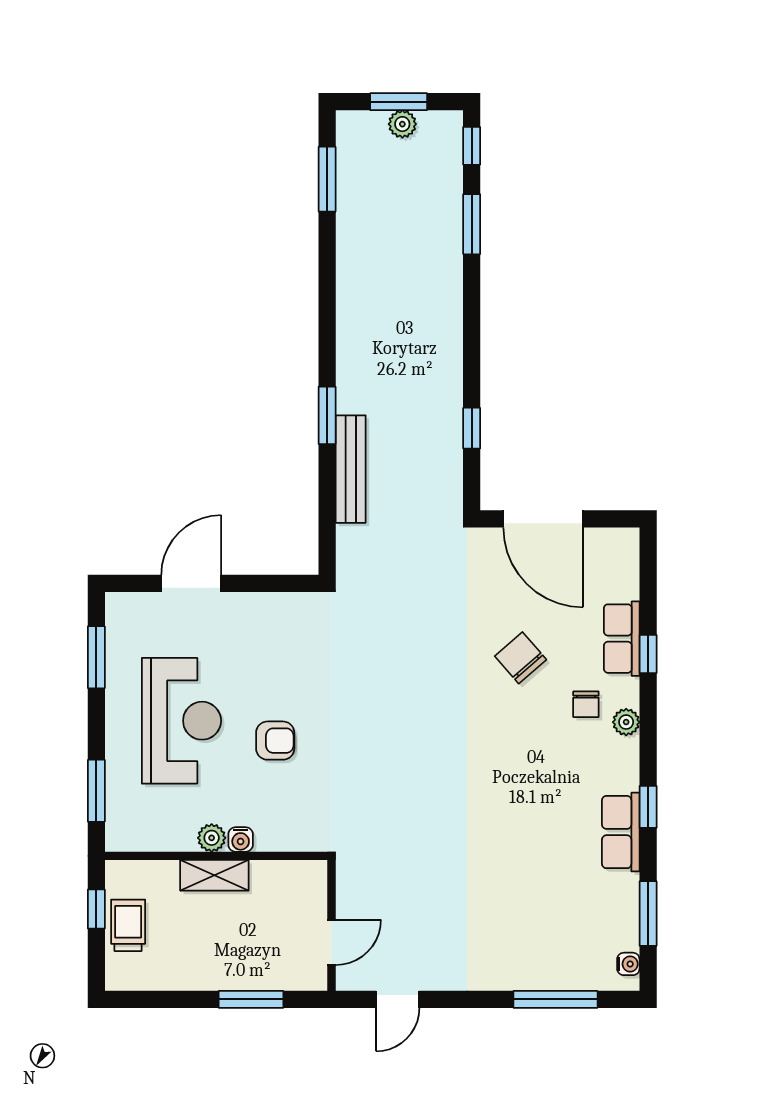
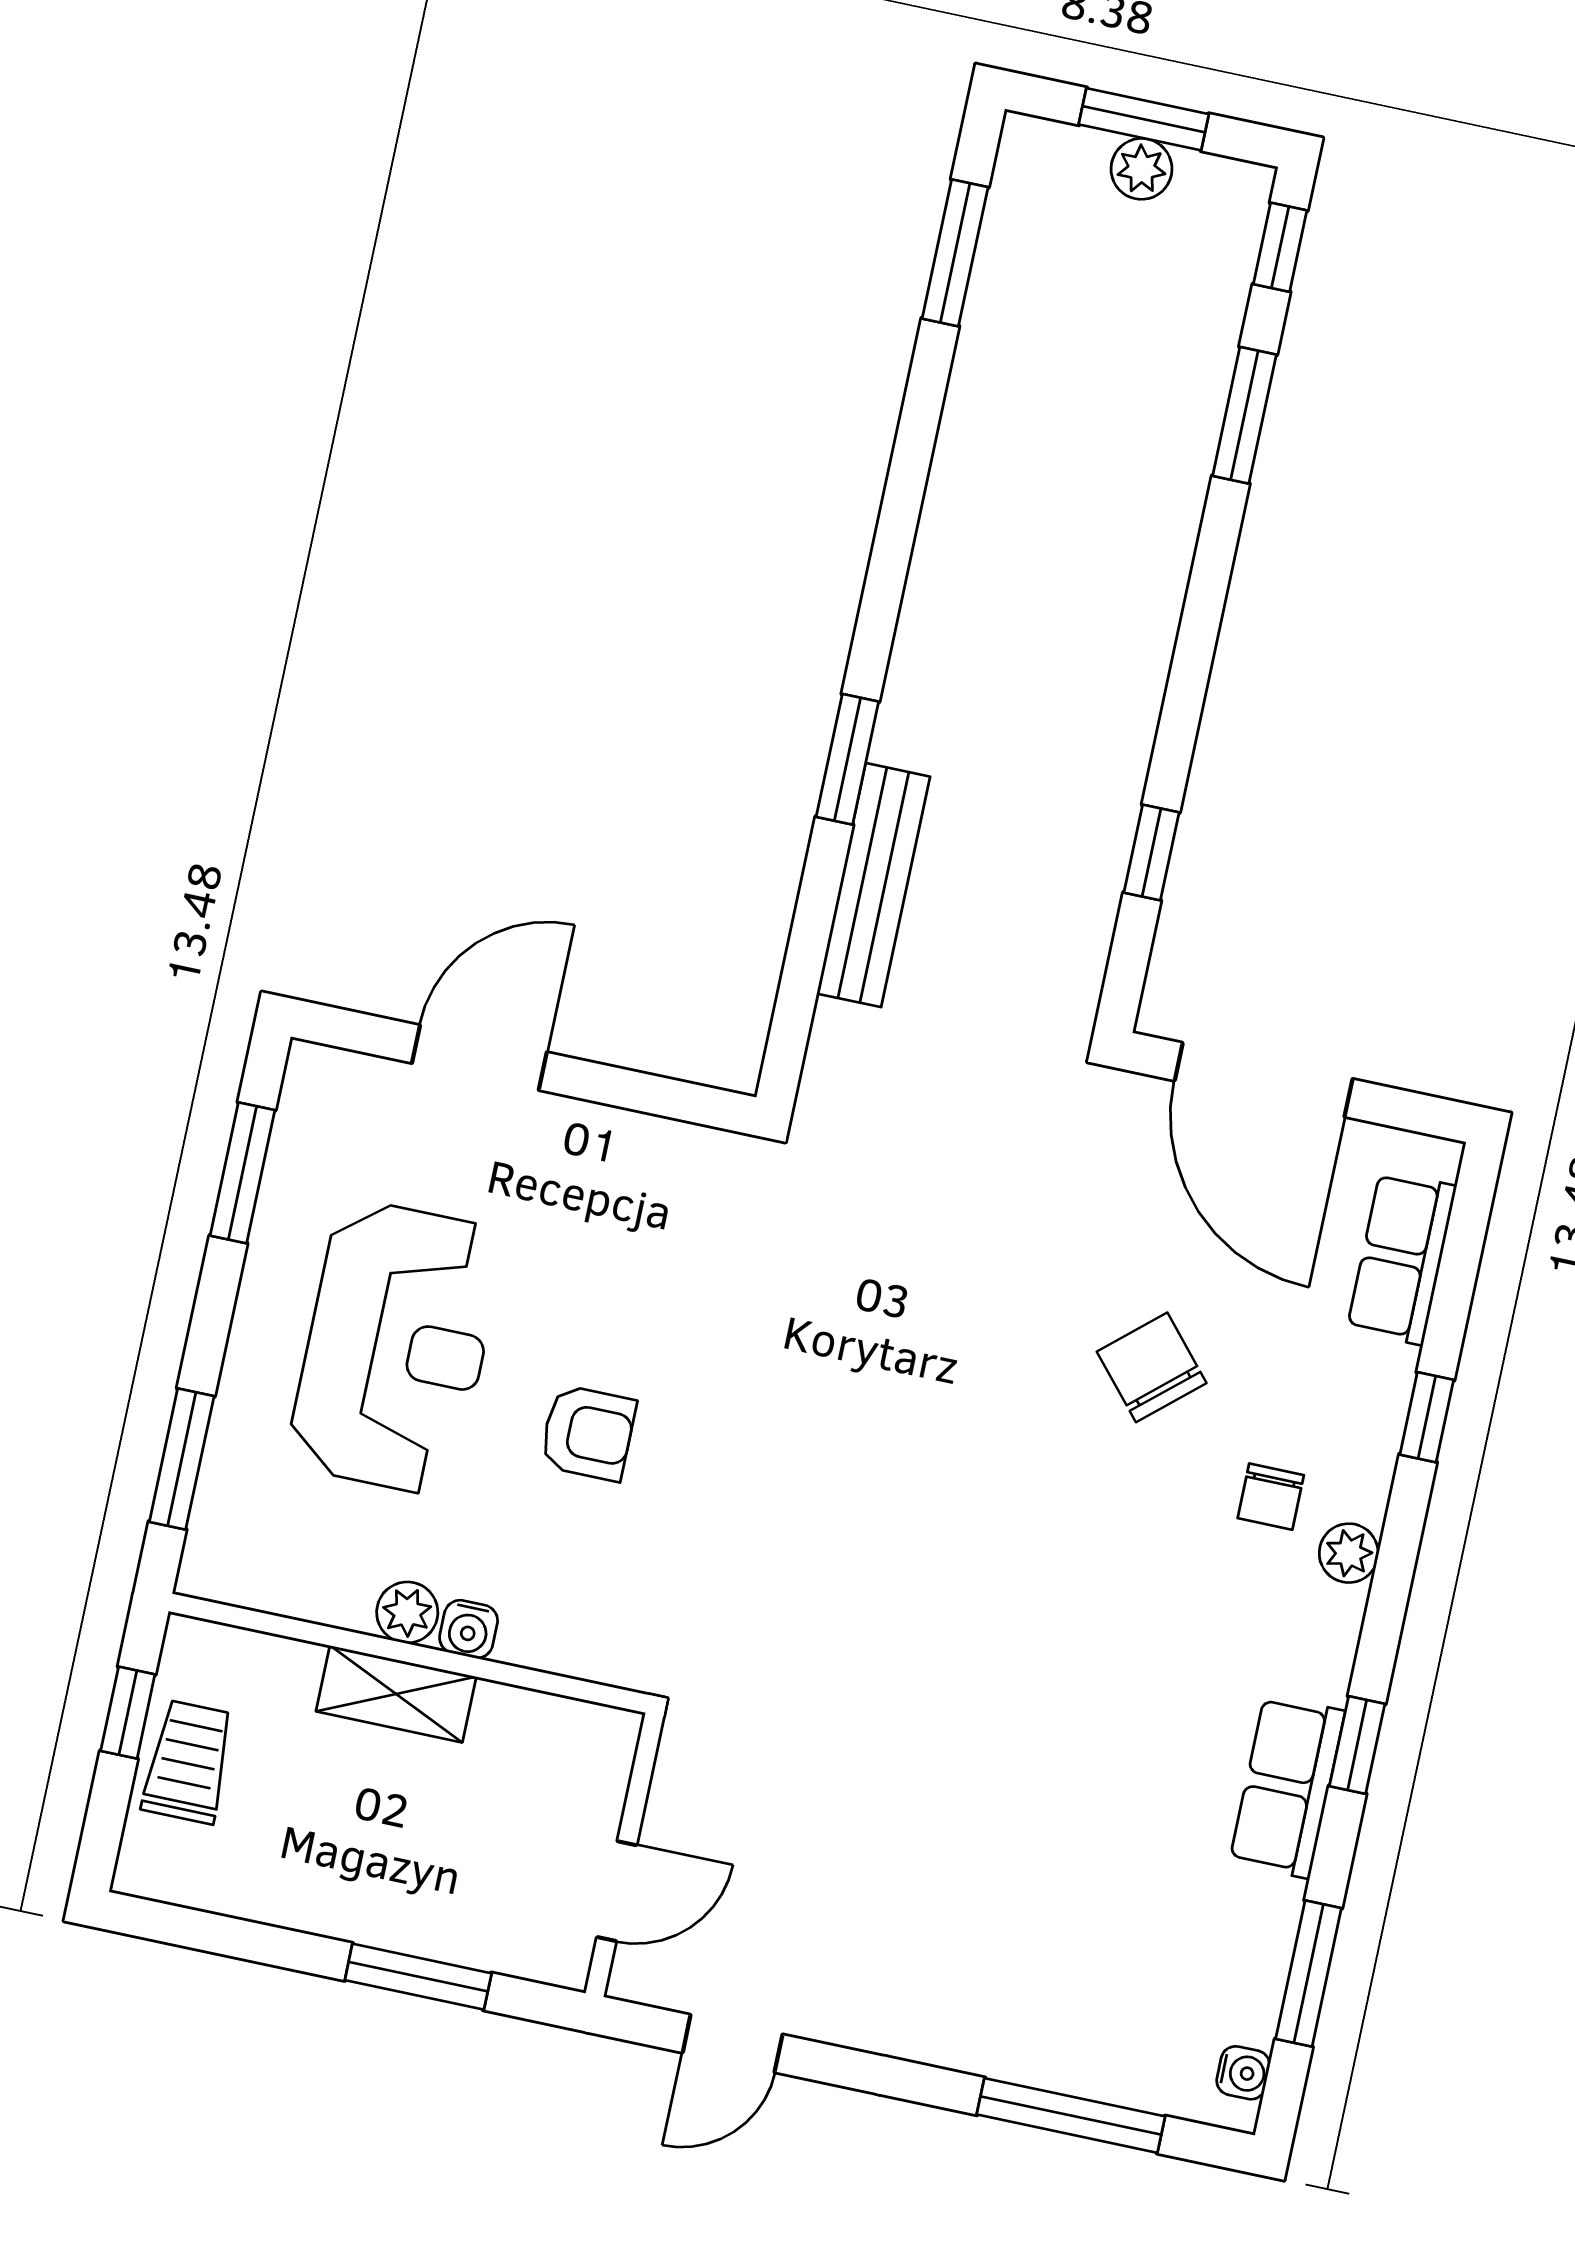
row of seats: (622, 639) -> (1402, 1258), moved

